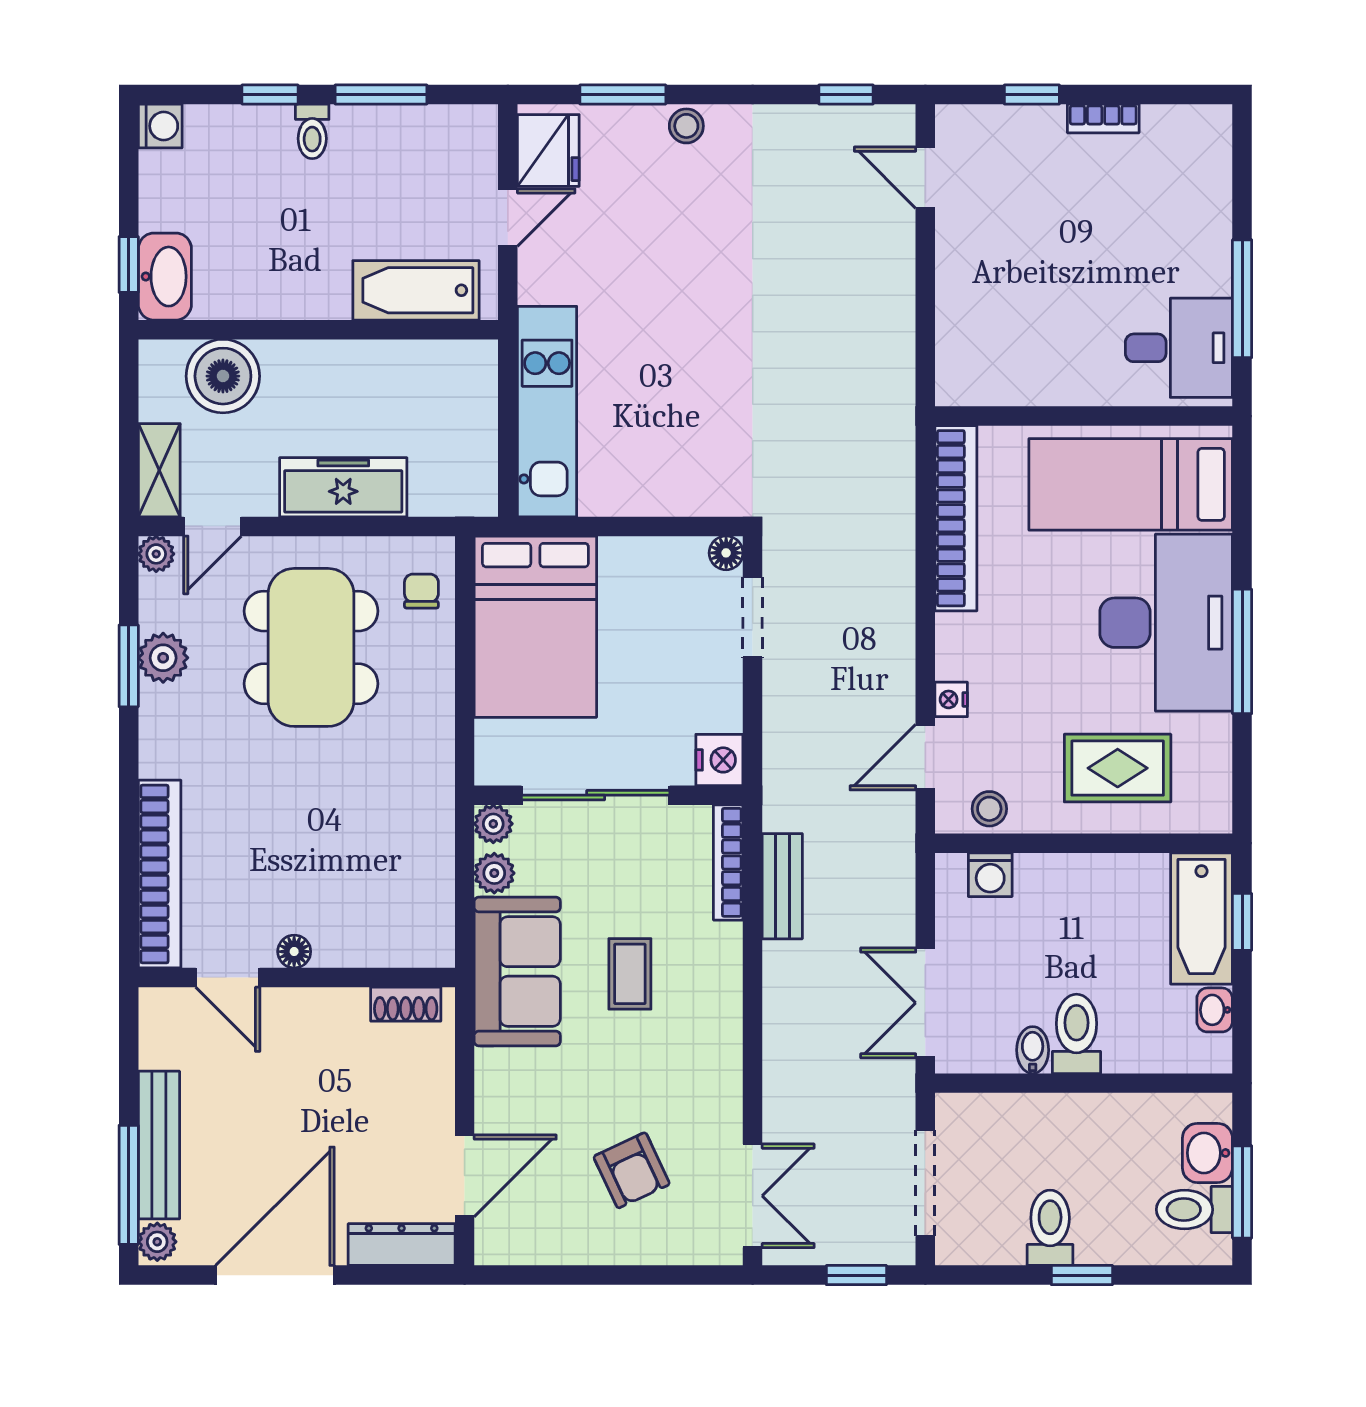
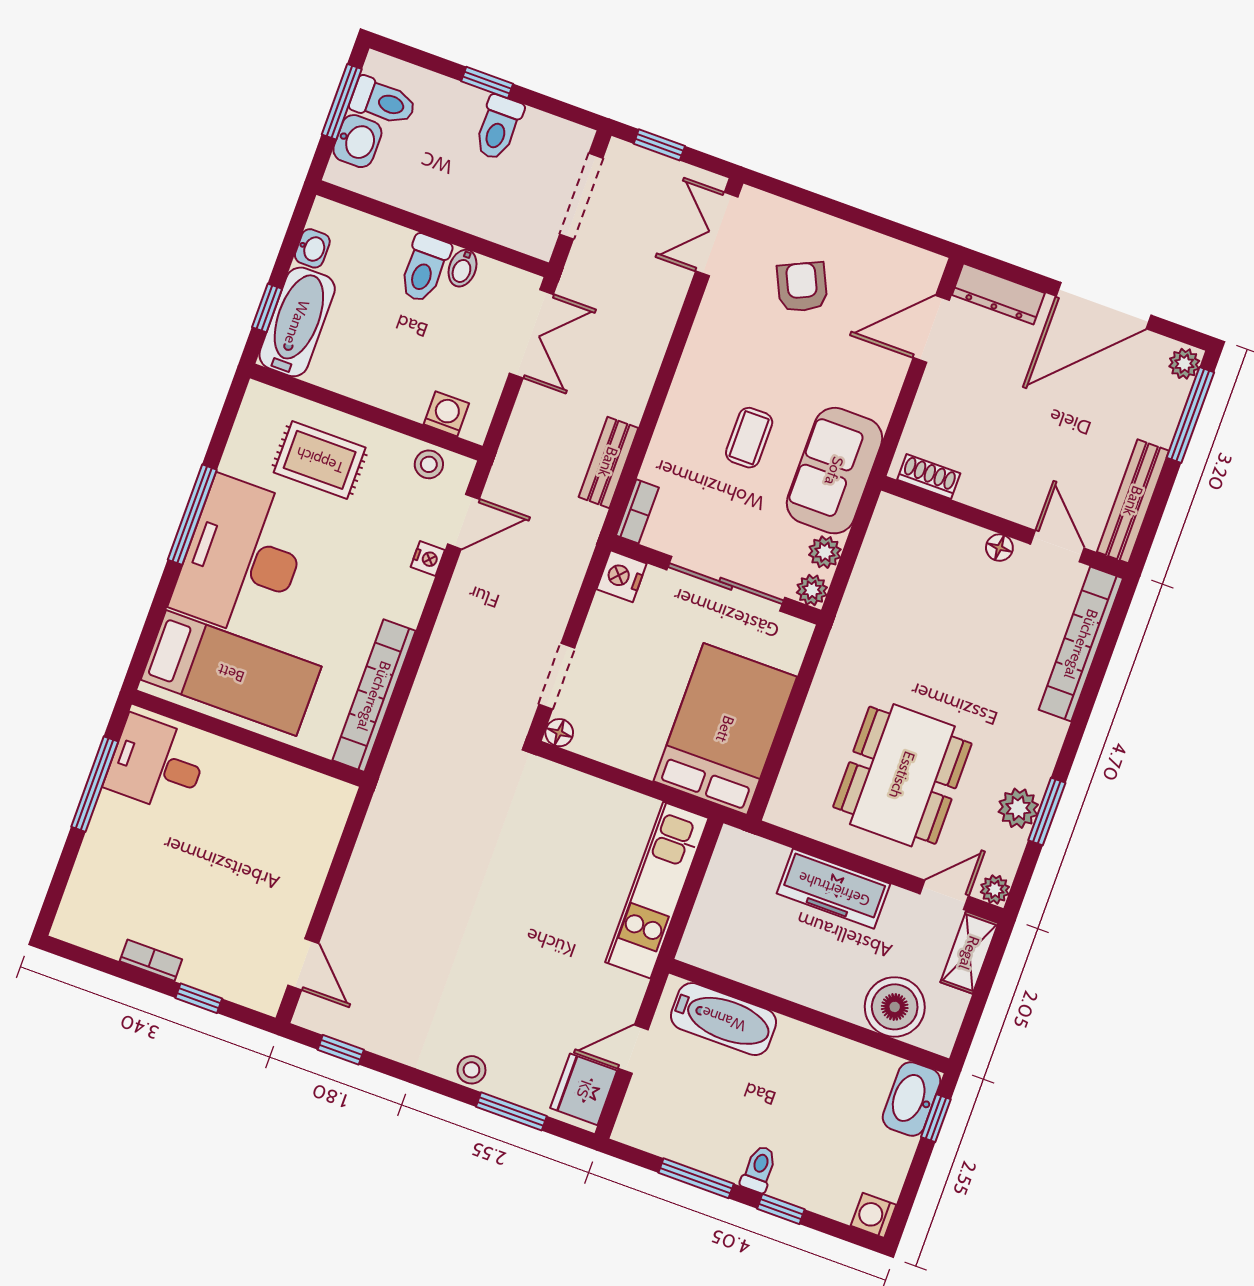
chair: (421, 591) -> (803, 788), removed
bookcase: (728, 862) -> (637, 511), width x0.64
bench: (159, 1145) -> (1133, 501), moved

